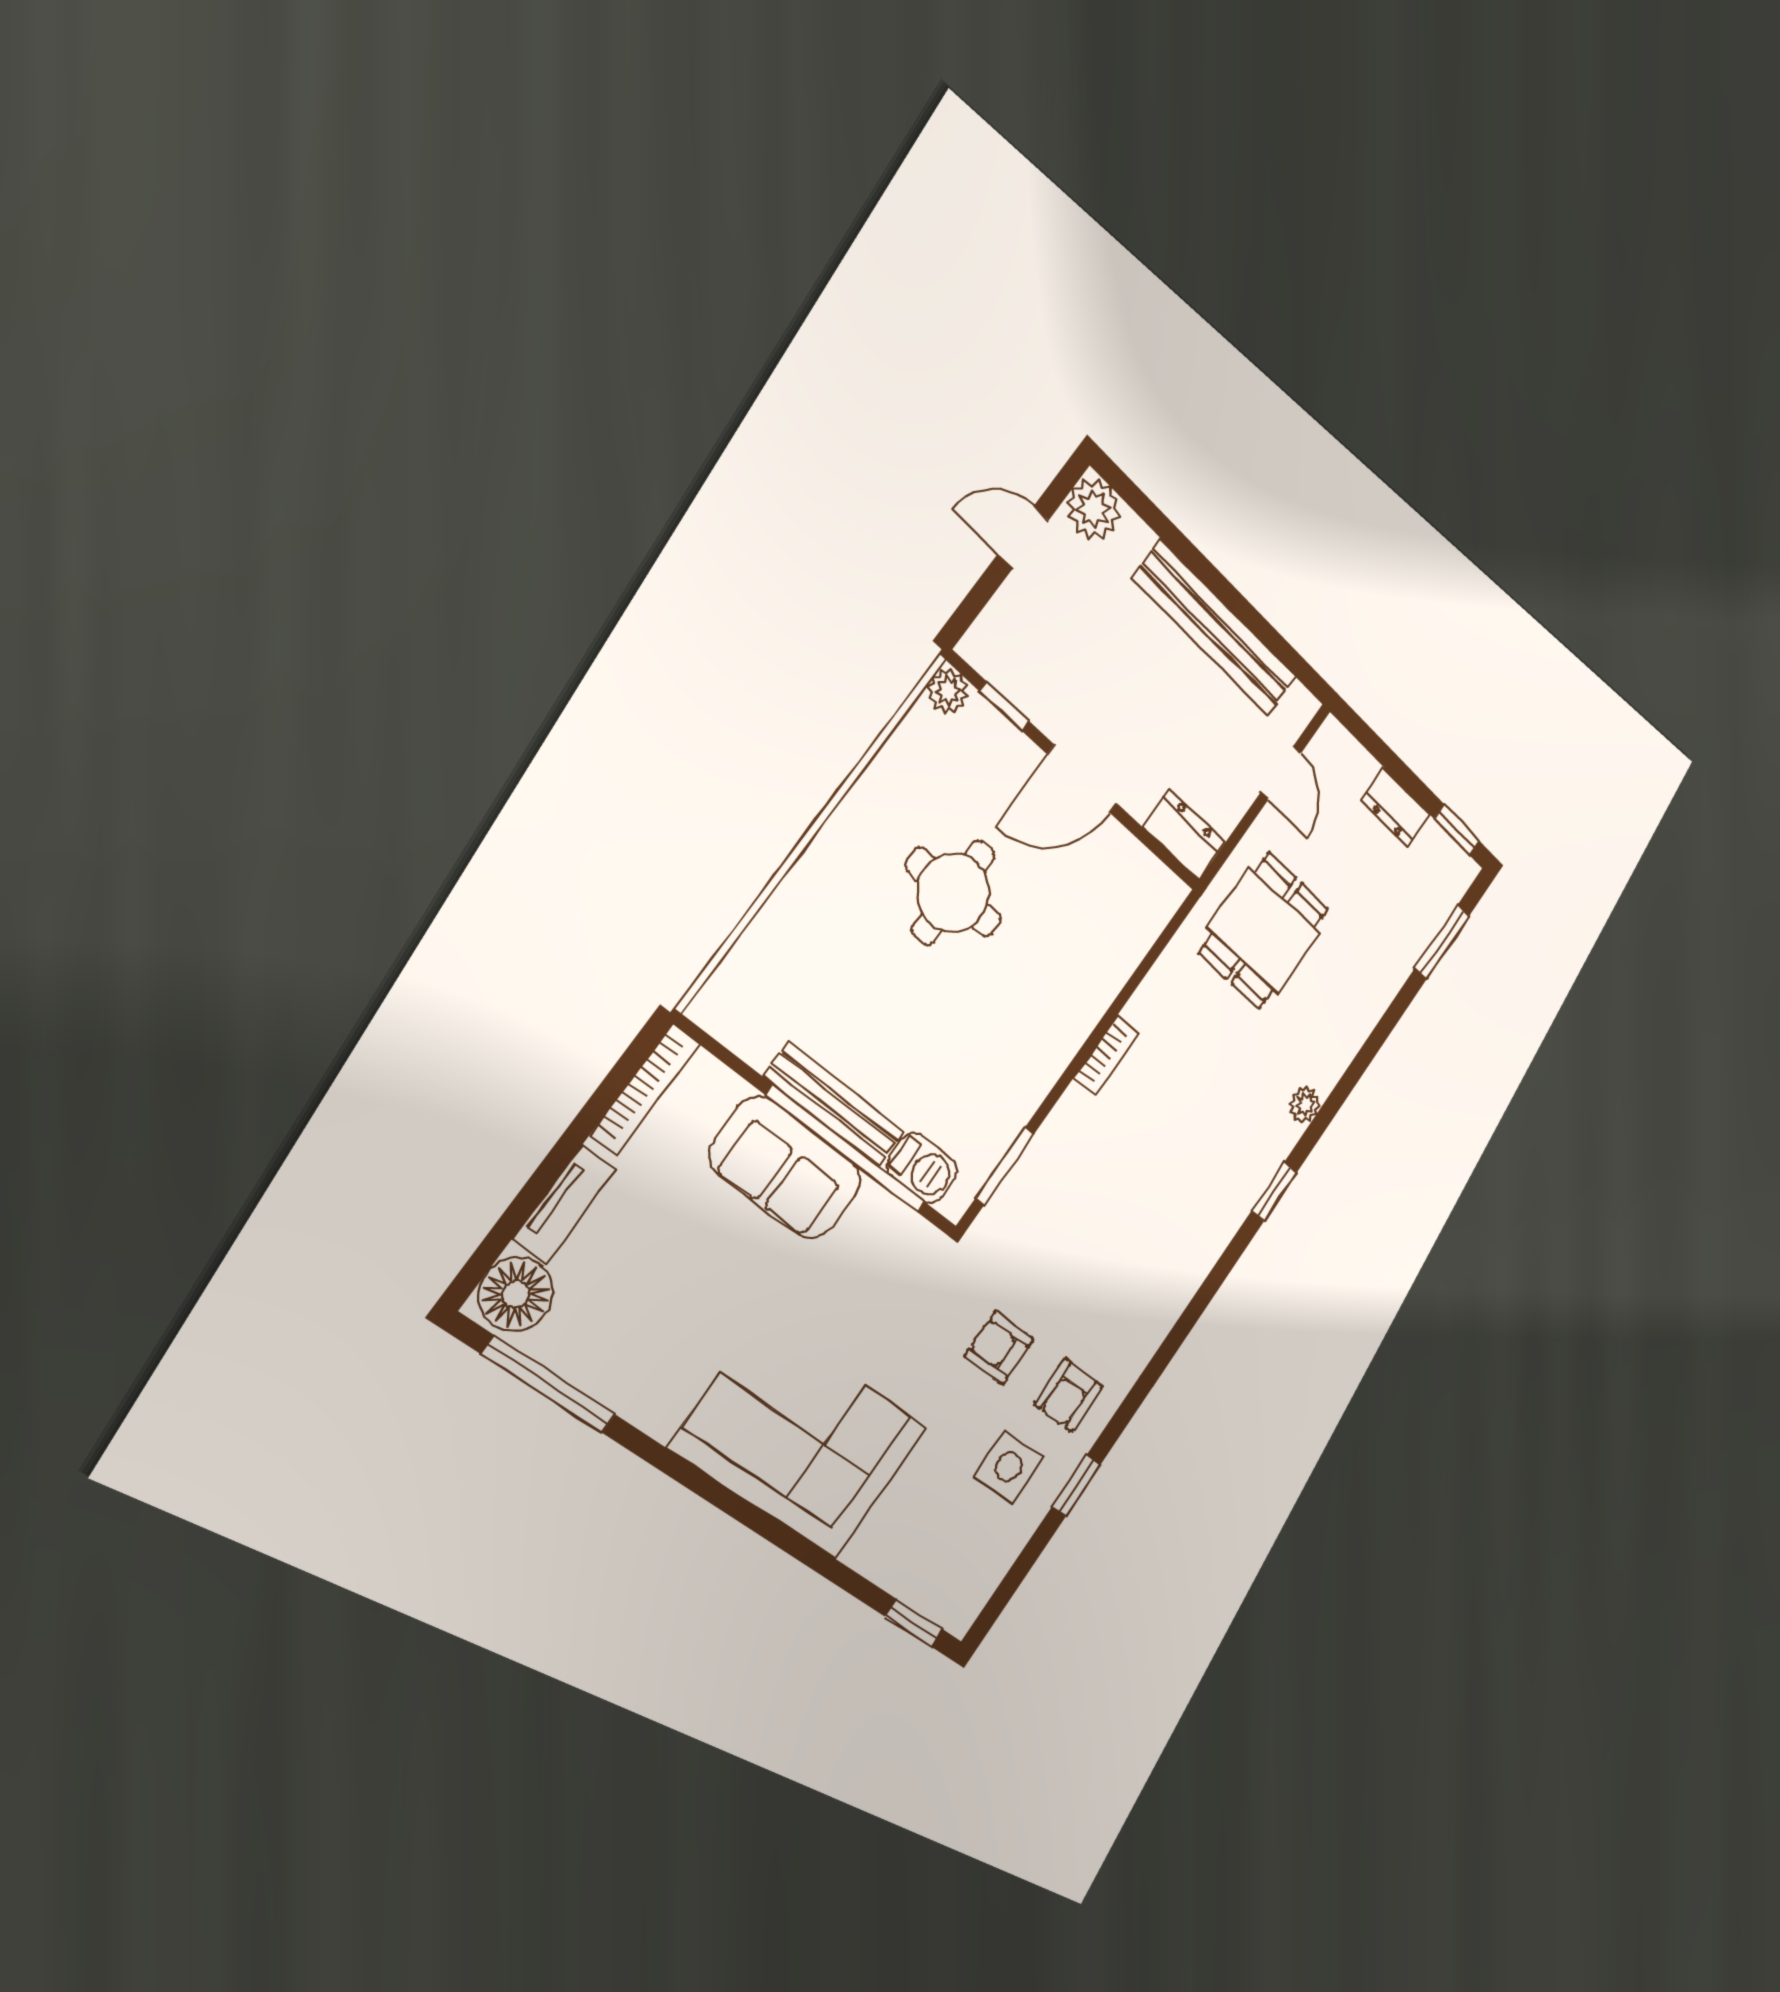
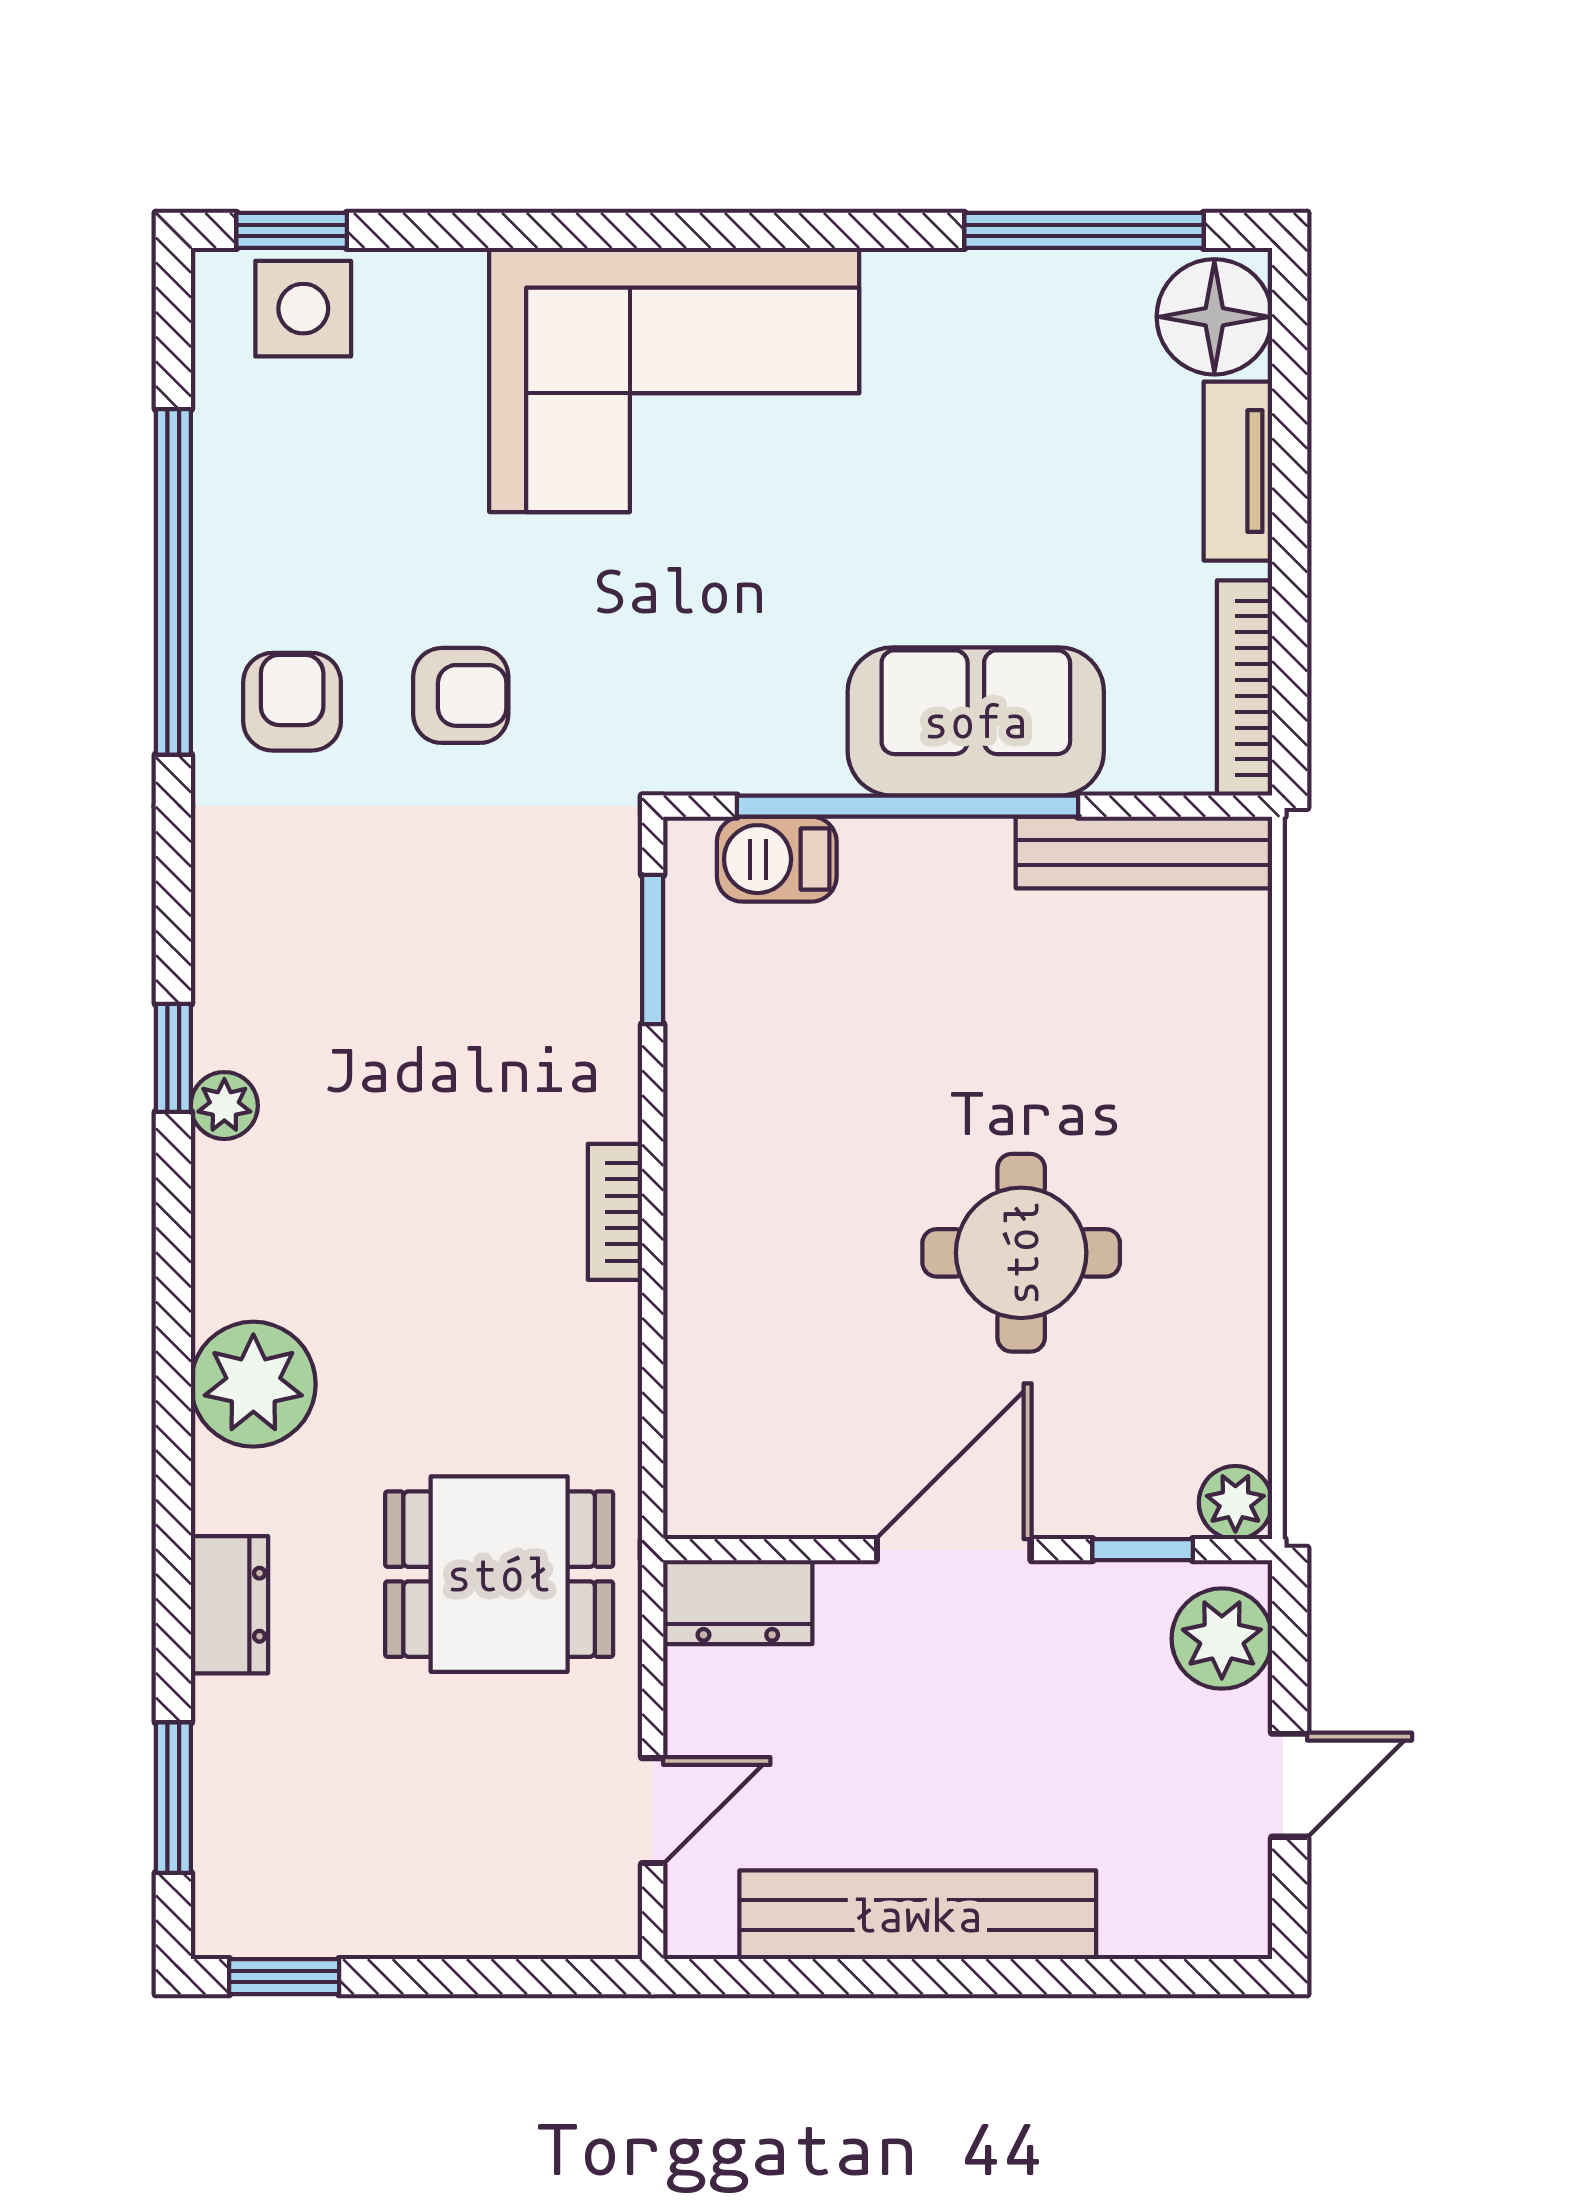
plant: (1093, 509) -> (1222, 1639), moved
door: (1281, 773) -> (653, 1811), swing flipped
dresser: (1396, 808) -> (229, 1605), moved, turned 90
dining table: (1264, 931) -> (499, 1574), turned 90
bench: (834, 1104) -> (1144, 852), moved
plant: (1305, 1104) -> (253, 1384), width x1.88, depth x1.88
window: (1274, 1192) -> (173, 1058), moved
plant: (1220, 1229) -> (224, 1106), added
side table: (1008, 1467) -> (303, 309), moved
window: (1076, 1486) -> (173, 582), width x3.17

